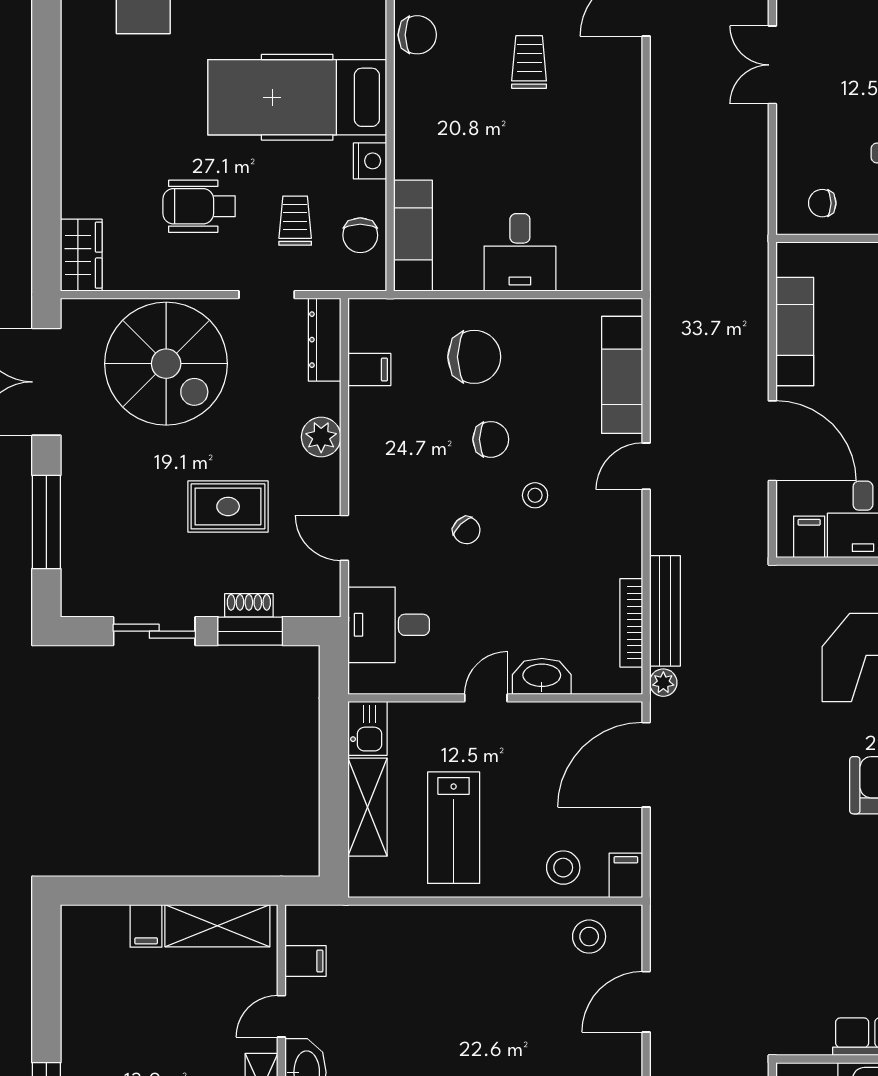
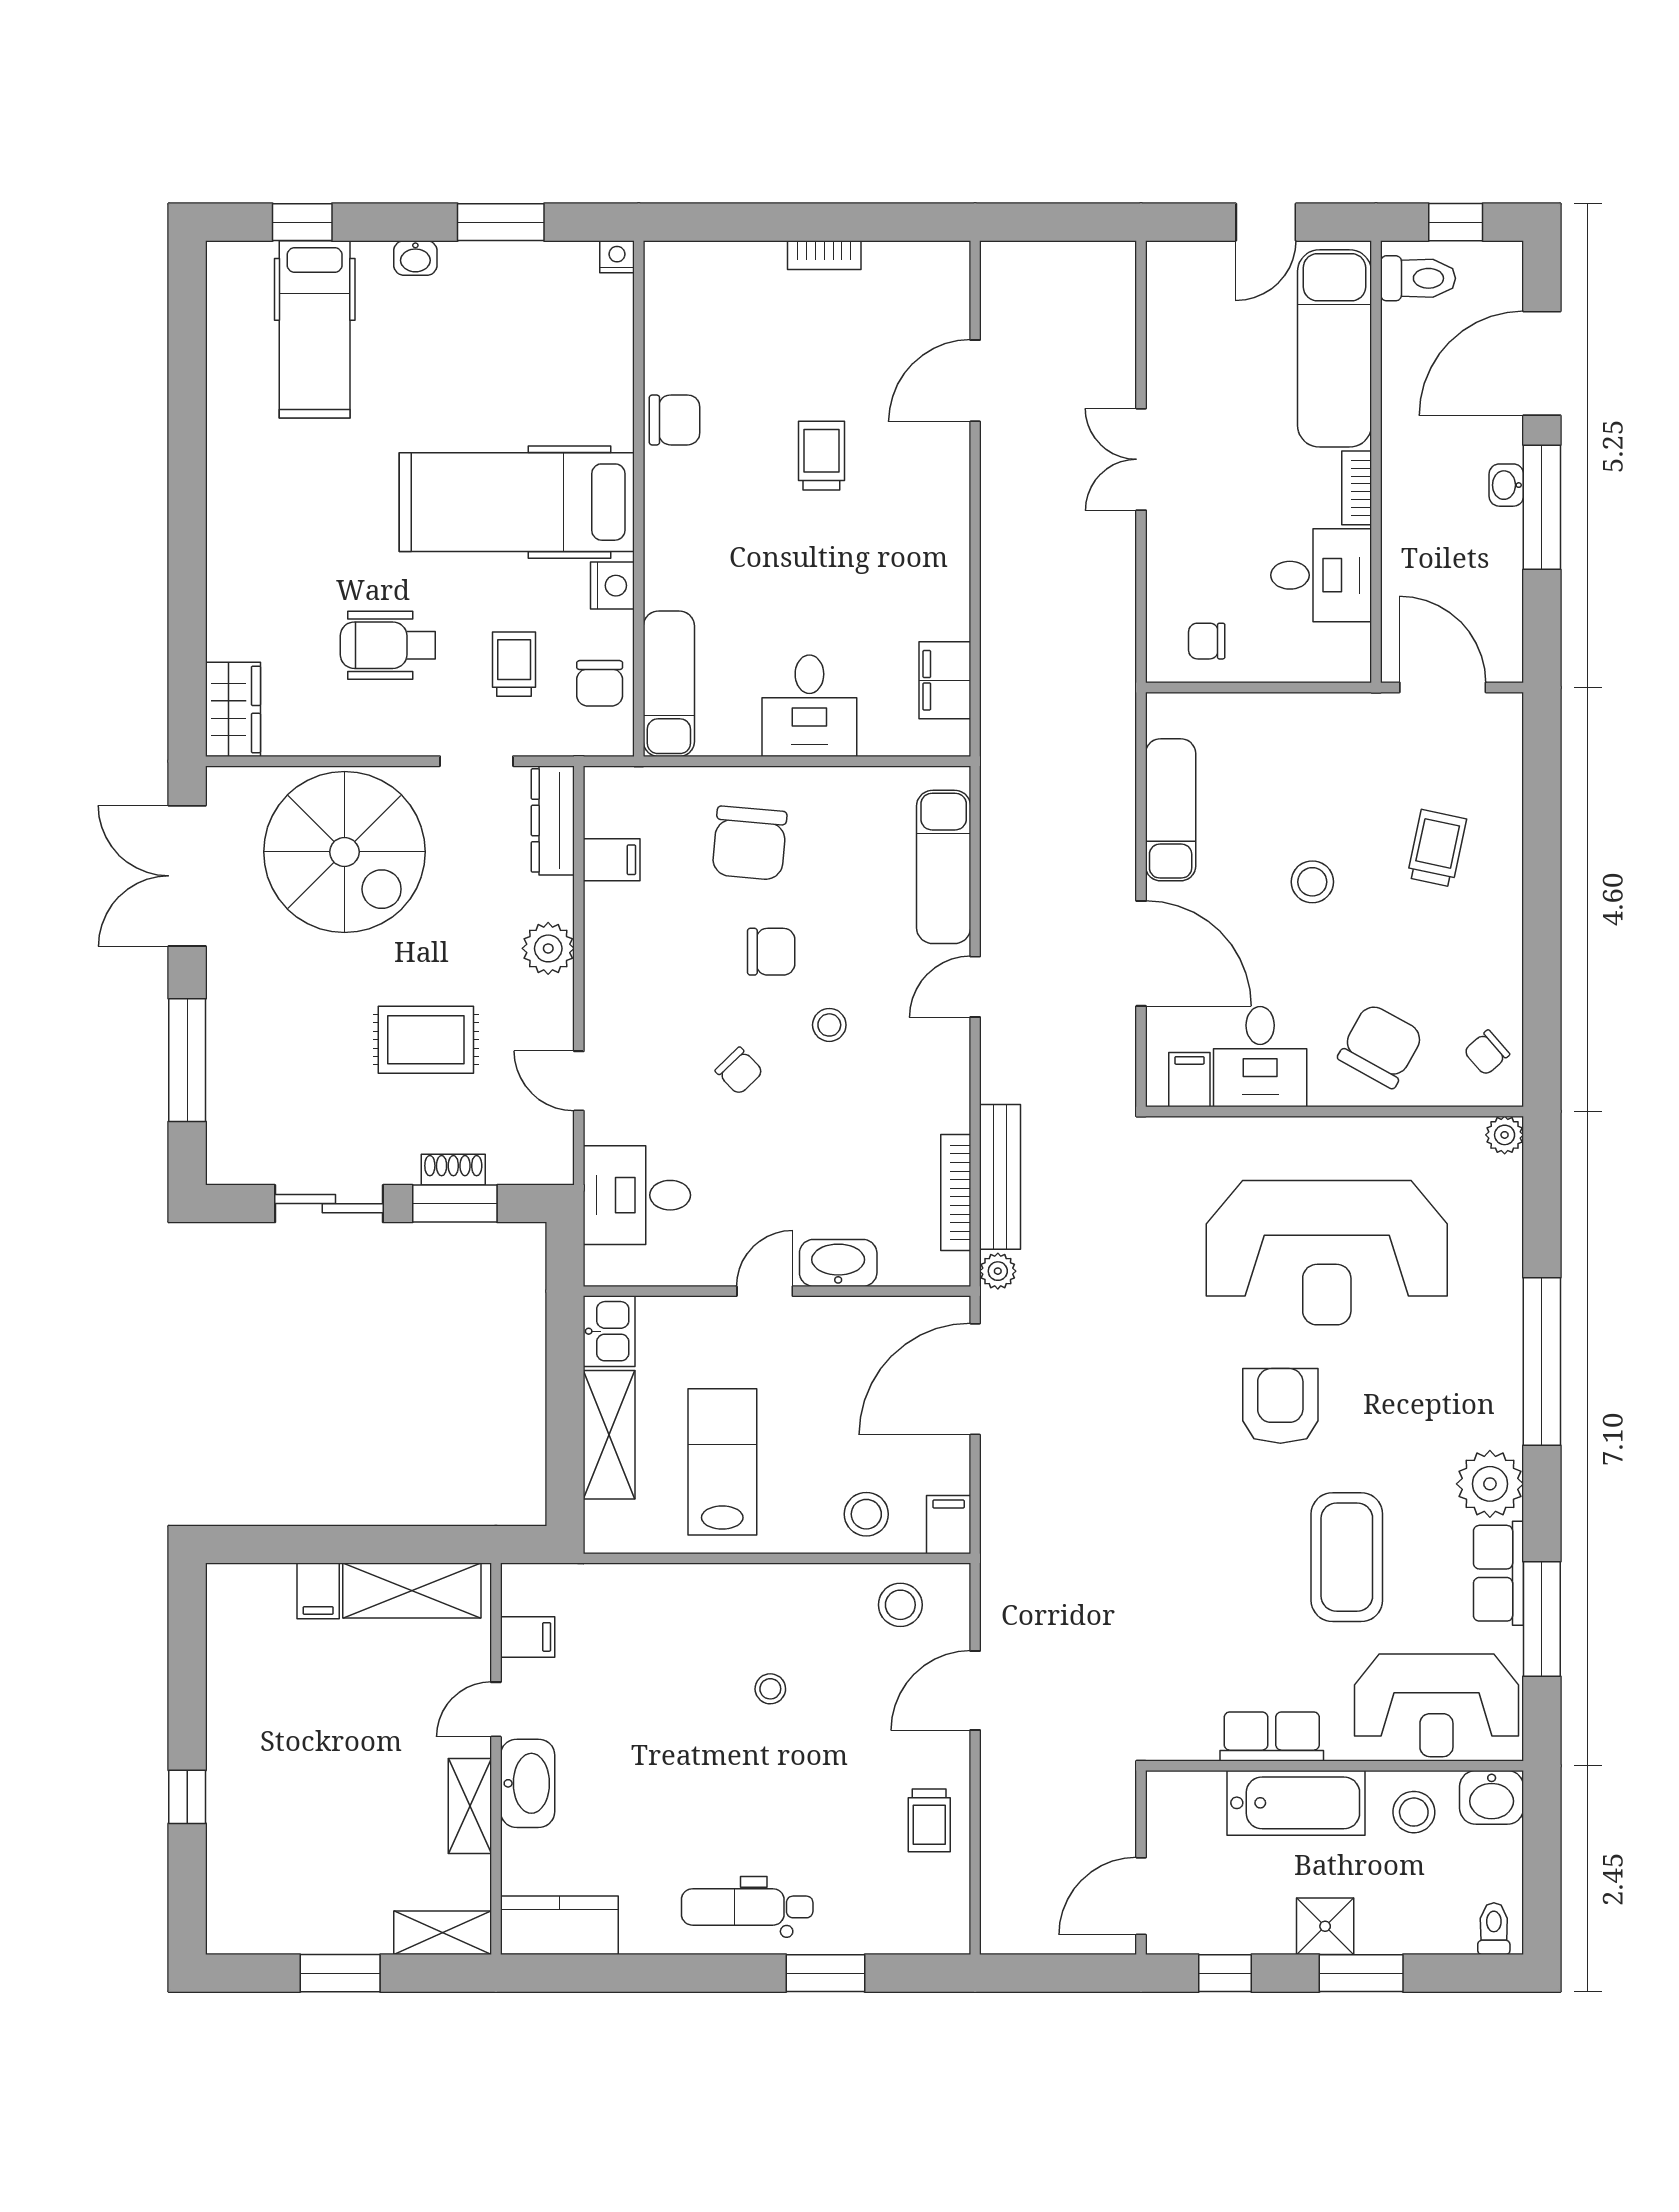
filing cabinet: (623, 233) -> (945, 680), added
chair: (474, 357) -> (749, 843), turned 95
lab bench: (454, 828) -> (722, 1462), turned 180
stool: (490, 1000) -> (770, 1689), added

